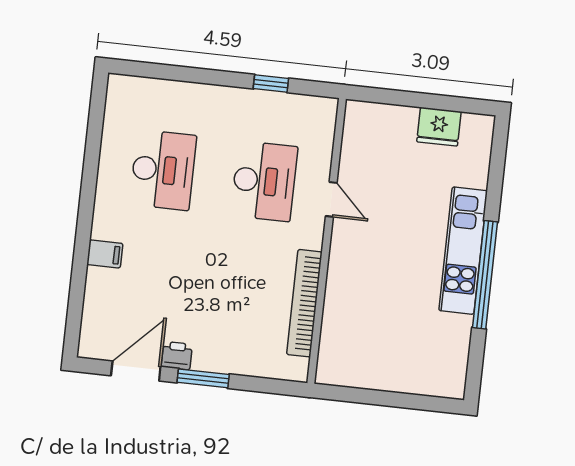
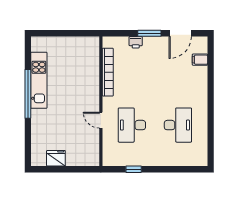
desk: (163, 170) -> (178, 125), turned 180
kitchen unit: (463, 251) -> (39, 80), moved
filing cabinet: (105, 254) -> (200, 60), moved
printer: (177, 356) -> (136, 42), moved

